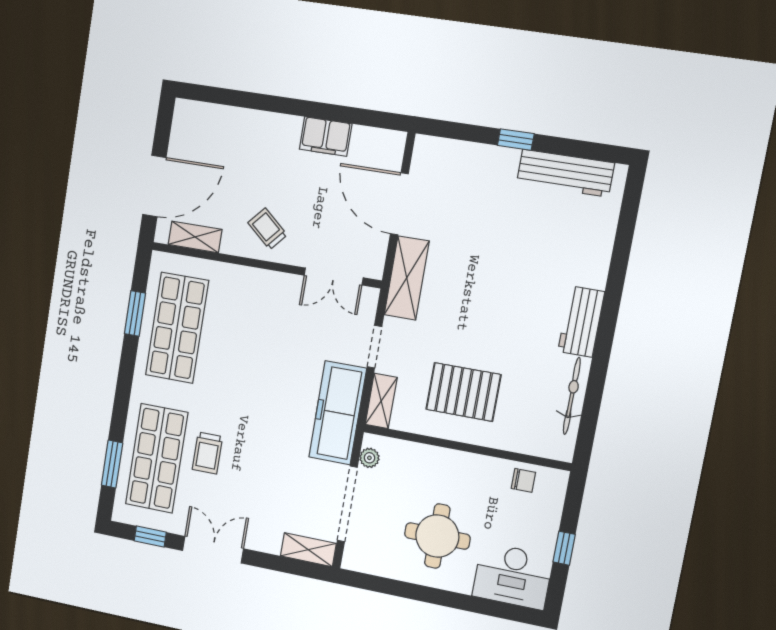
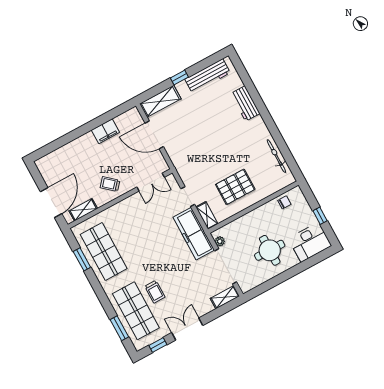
shelving: (407, 278) -> (160, 101), moved, turned 90
workbench: (581, 322) -> (245, 103), moved

